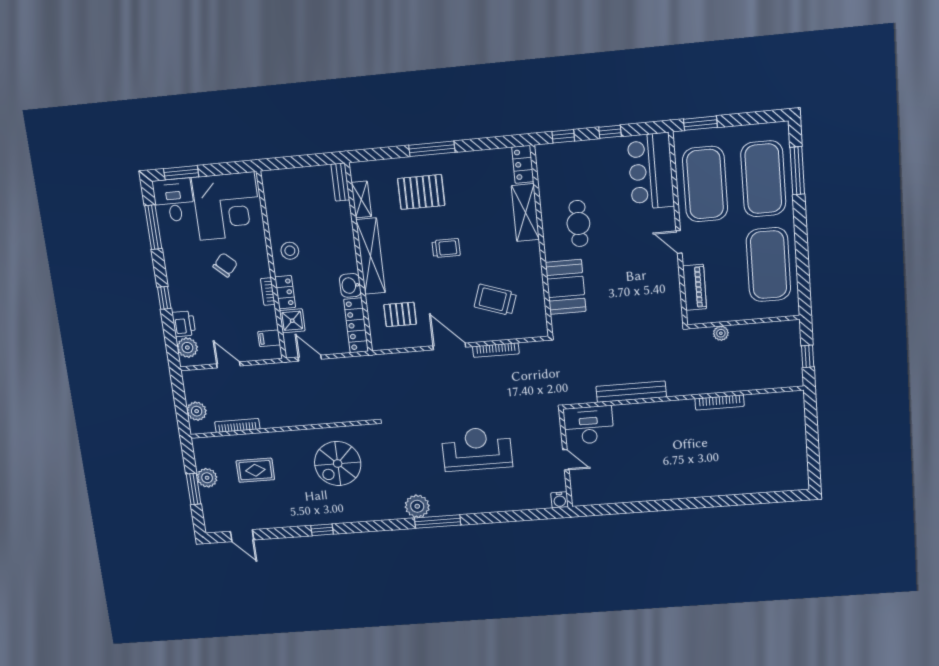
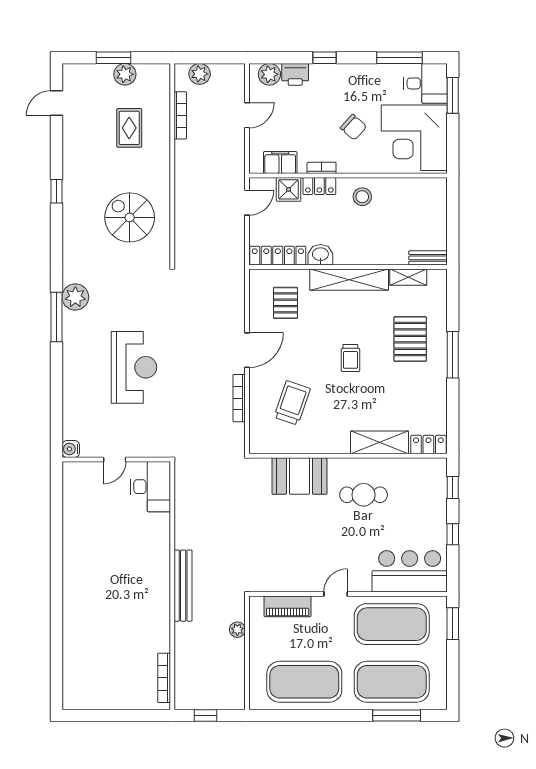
filing cabinet: (269, 338) -> (280, 163), width x2.00
bench: (631, 392) -> (183, 586), moved
bookcase: (720, 402) -> (164, 678), moved

